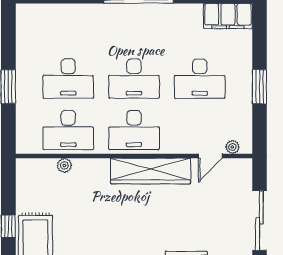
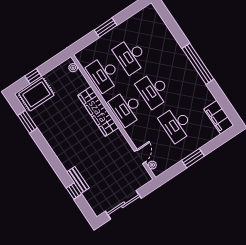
door: (210, 156) -> (140, 157), swing flipped
plant: (64, 165) -> (73, 68), moved
wardrobe: (151, 171) -> (98, 111), moved

